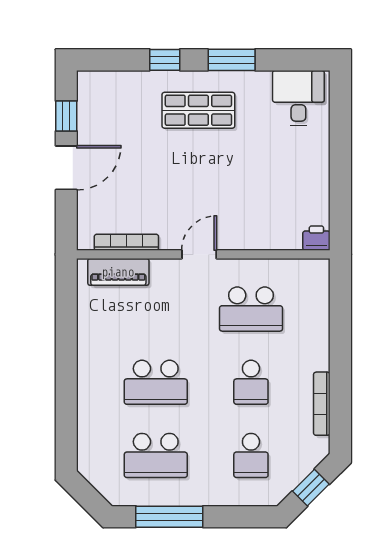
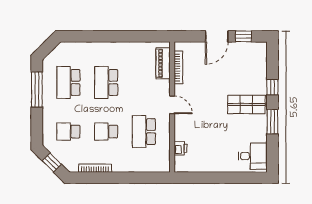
shop shelf: (198, 110) -> (246, 104), turned 90
door: (66, 168) -> (217, 36), hinge flipped
printer: (316, 238) -> (180, 148), moved

